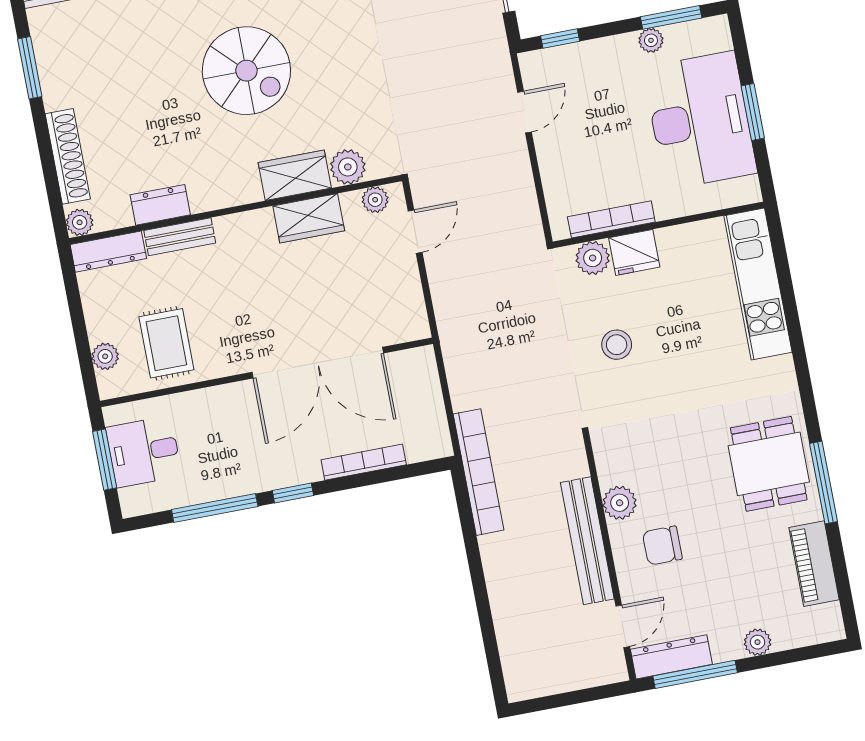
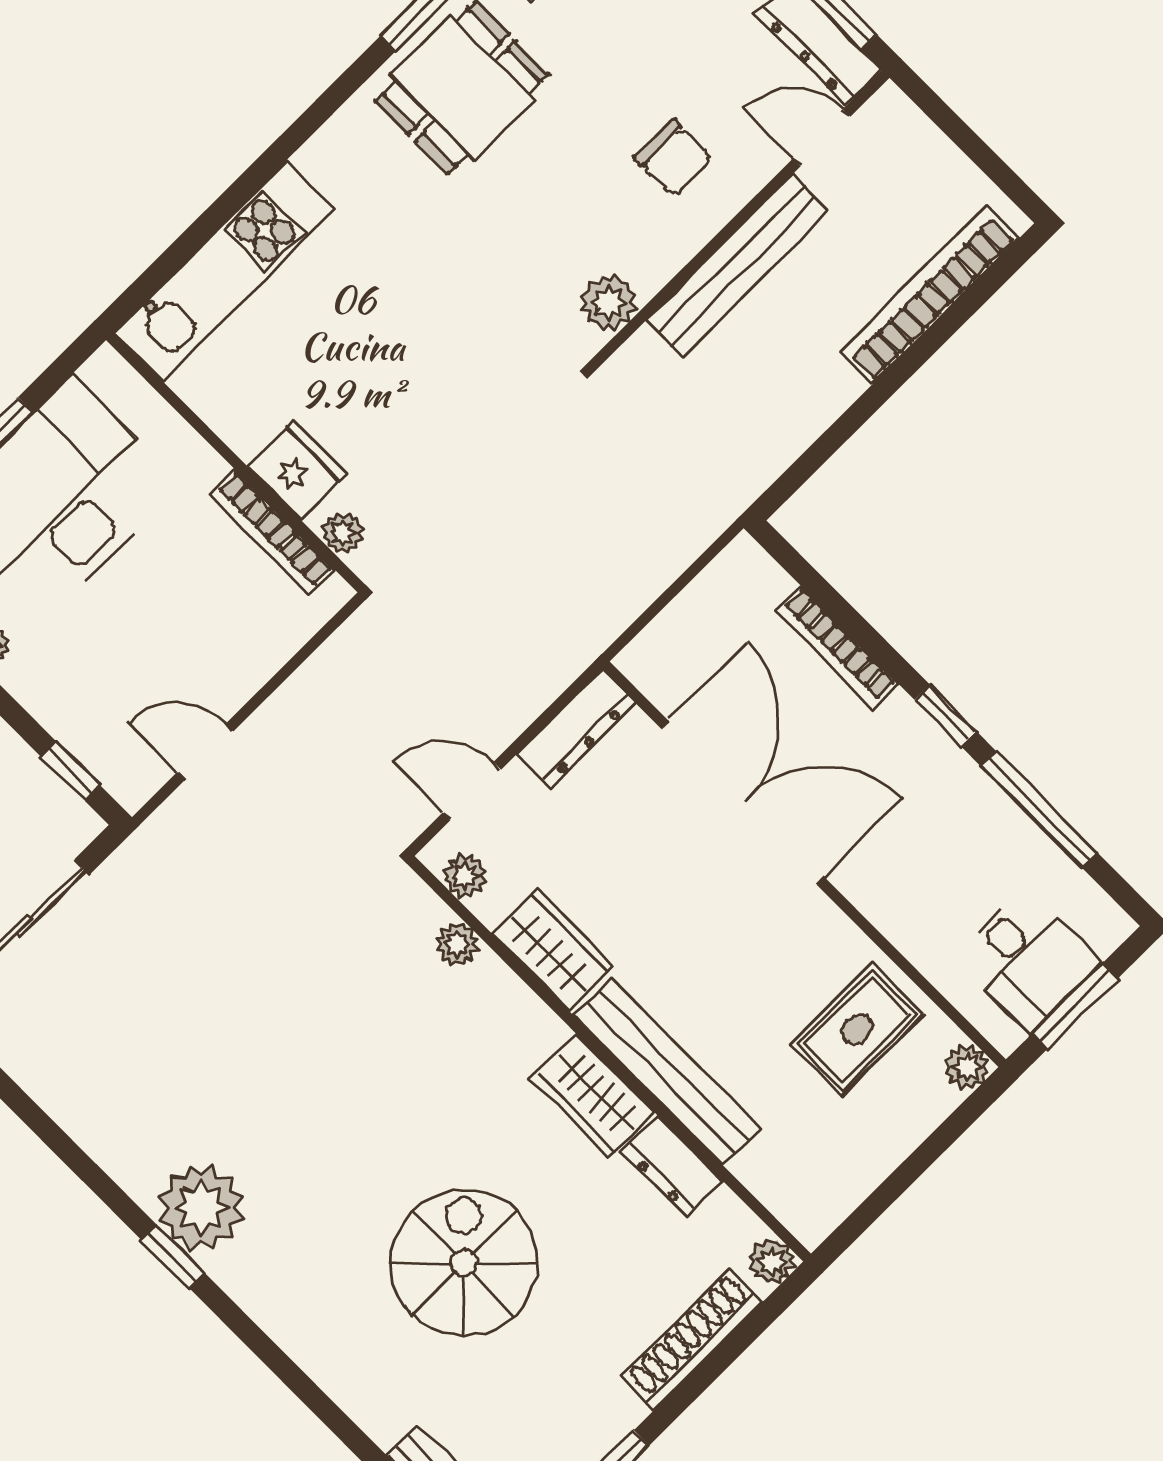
spiral stairs: (246, 71) -> (464, 1263), moved
plant: (348, 167) -> (457, 944), width x0.73, depth x0.73
wardrobe: (295, 175) -> (593, 1096), moved
bench: (180, 237) -> (667, 1072), width x1.86, depth x1.21
dresser: (108, 252) -> (576, 728), moved, turned 90
plant: (593, 258) -> (343, 533), width x0.73, depth x0.73
stool: (617, 345) -> (440, 408), removed
plant: (105, 356) -> (967, 1067), moved
bookcase: (479, 472) -> (929, 295), moved
plant: (620, 503) -> (609, 302), moved

